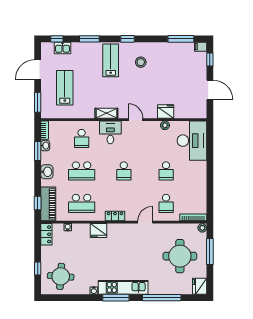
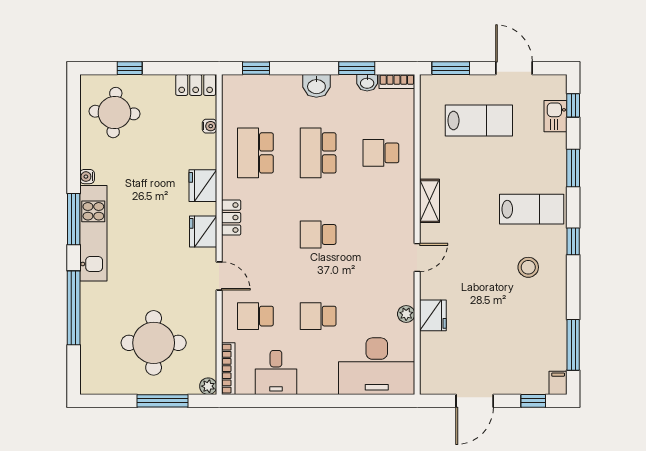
desk: (110, 132) -> (276, 372), moved, turned 90
piano: (48, 204) -> (254, 89), removed
fridge: (200, 286) -> (203, 231), moved, turned -90

